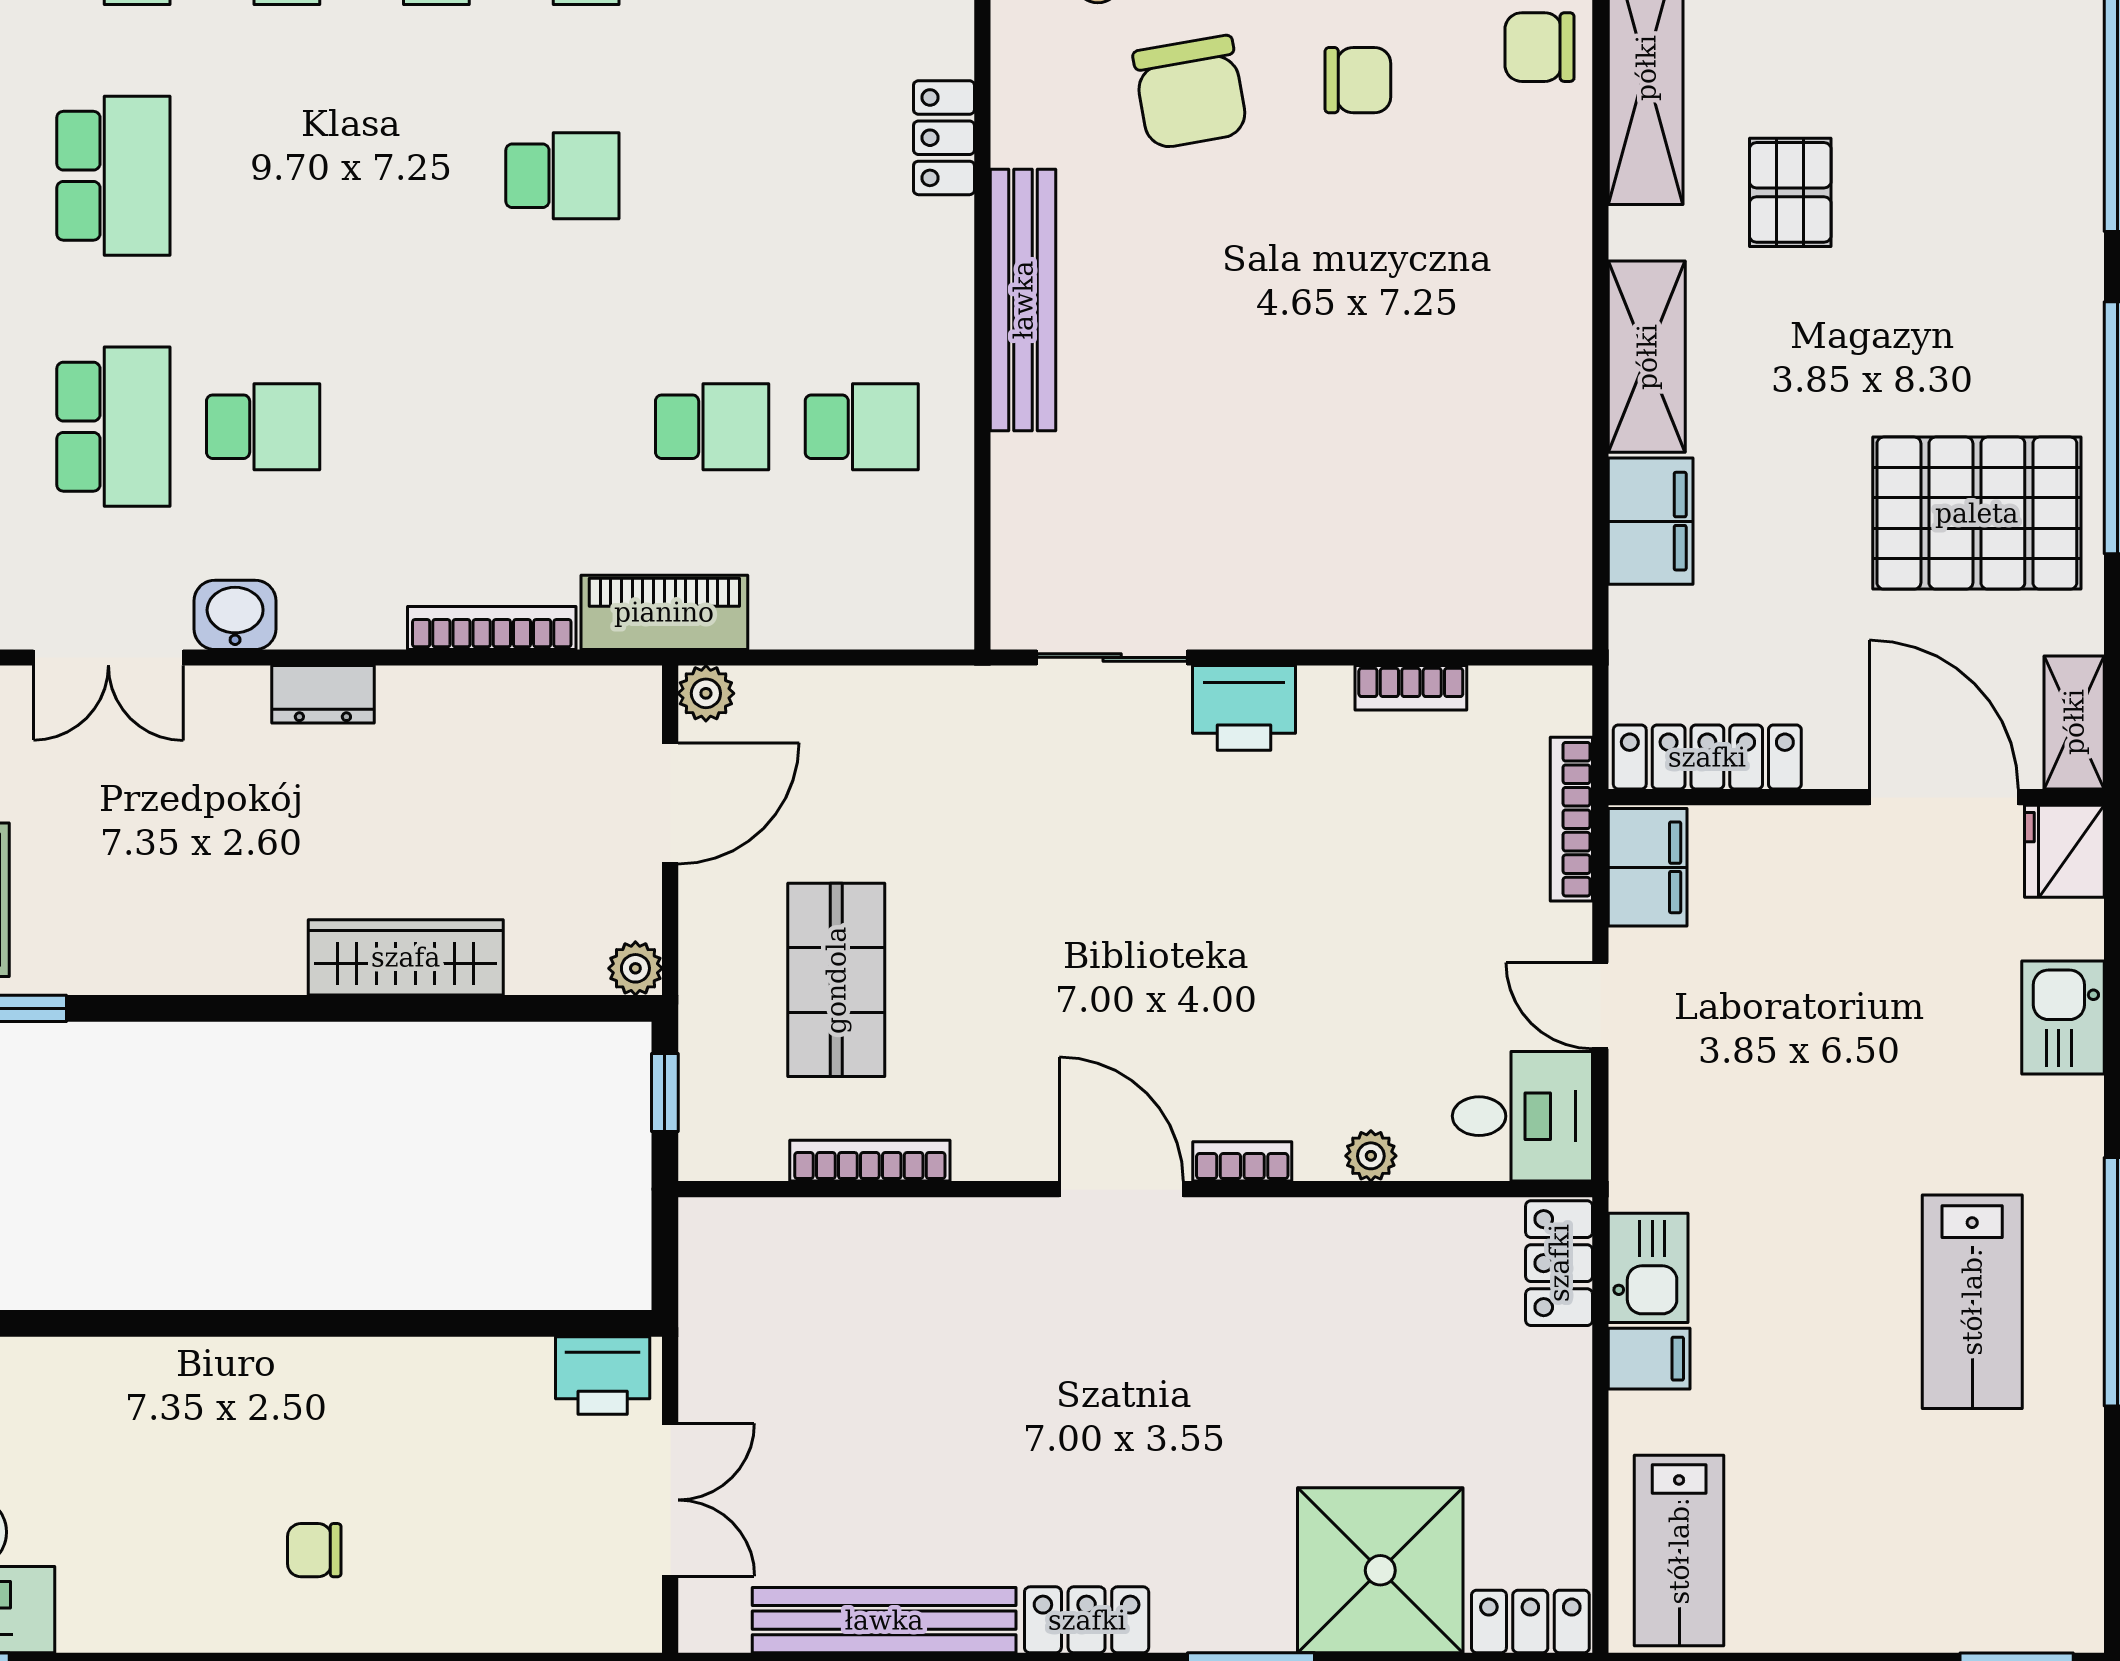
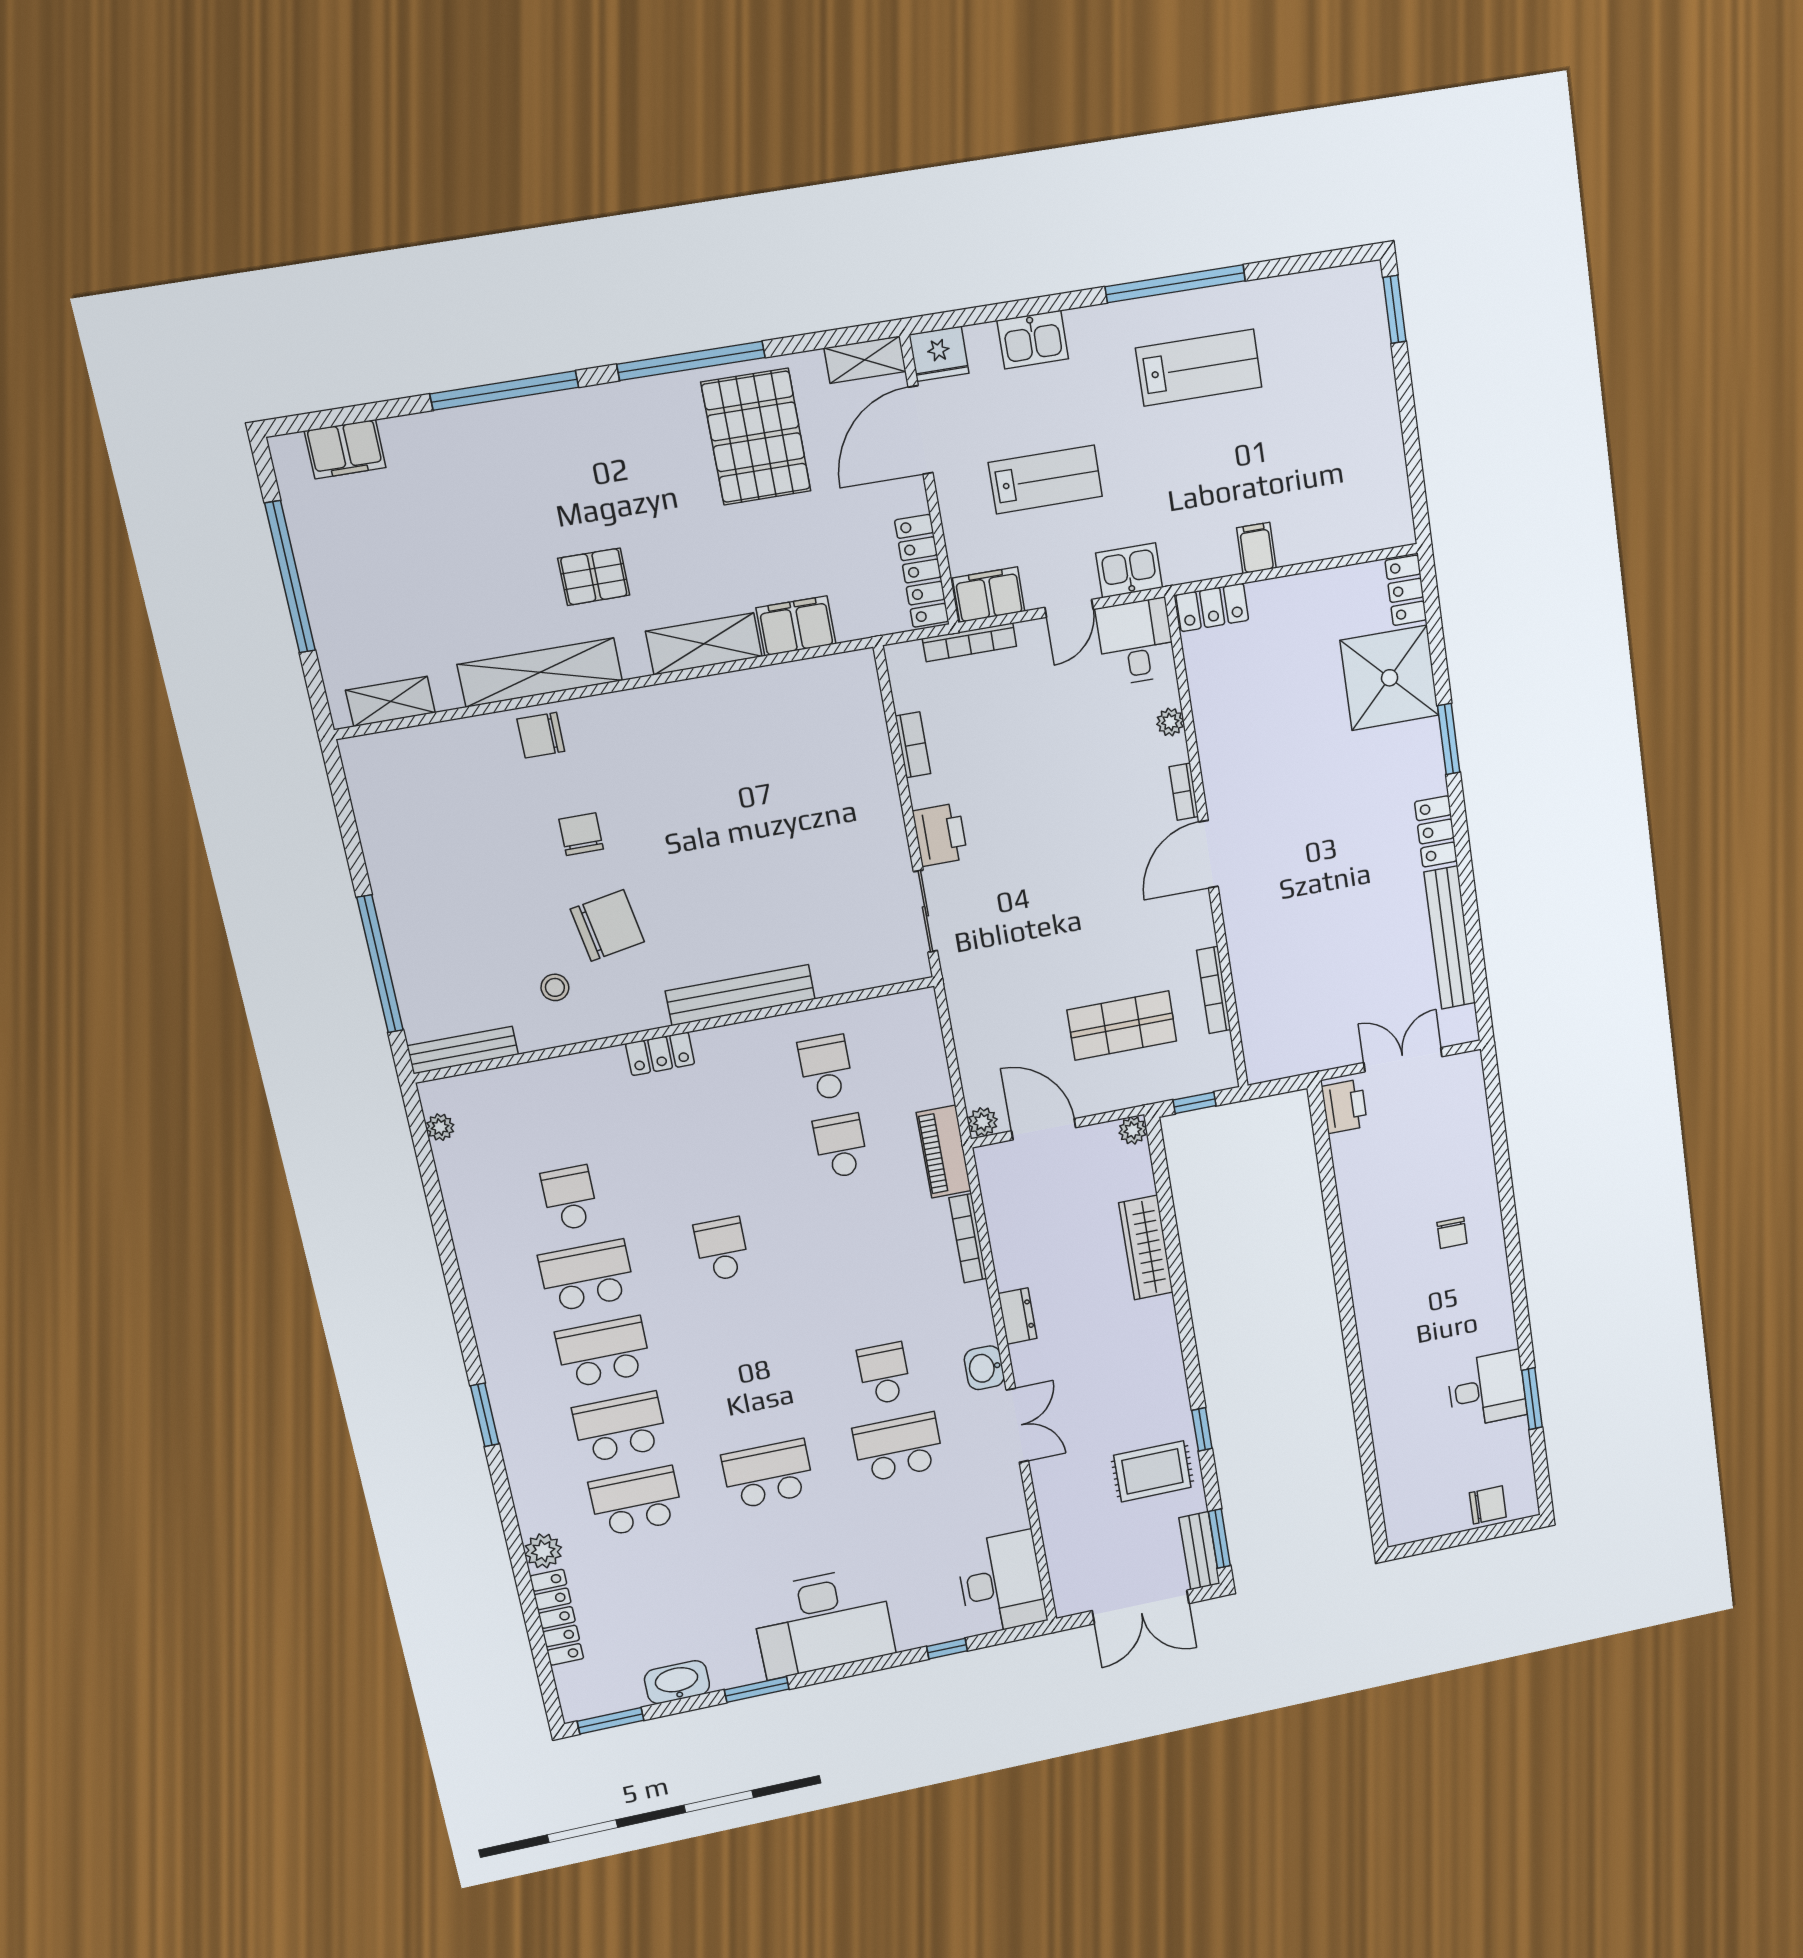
chair: (1539, 47) -> (541, 735), turned 90
kitchen sink: (1648, 1268) -> (1129, 570), moved
lab bench: (1679, 1551) -> (1045, 480), moved

